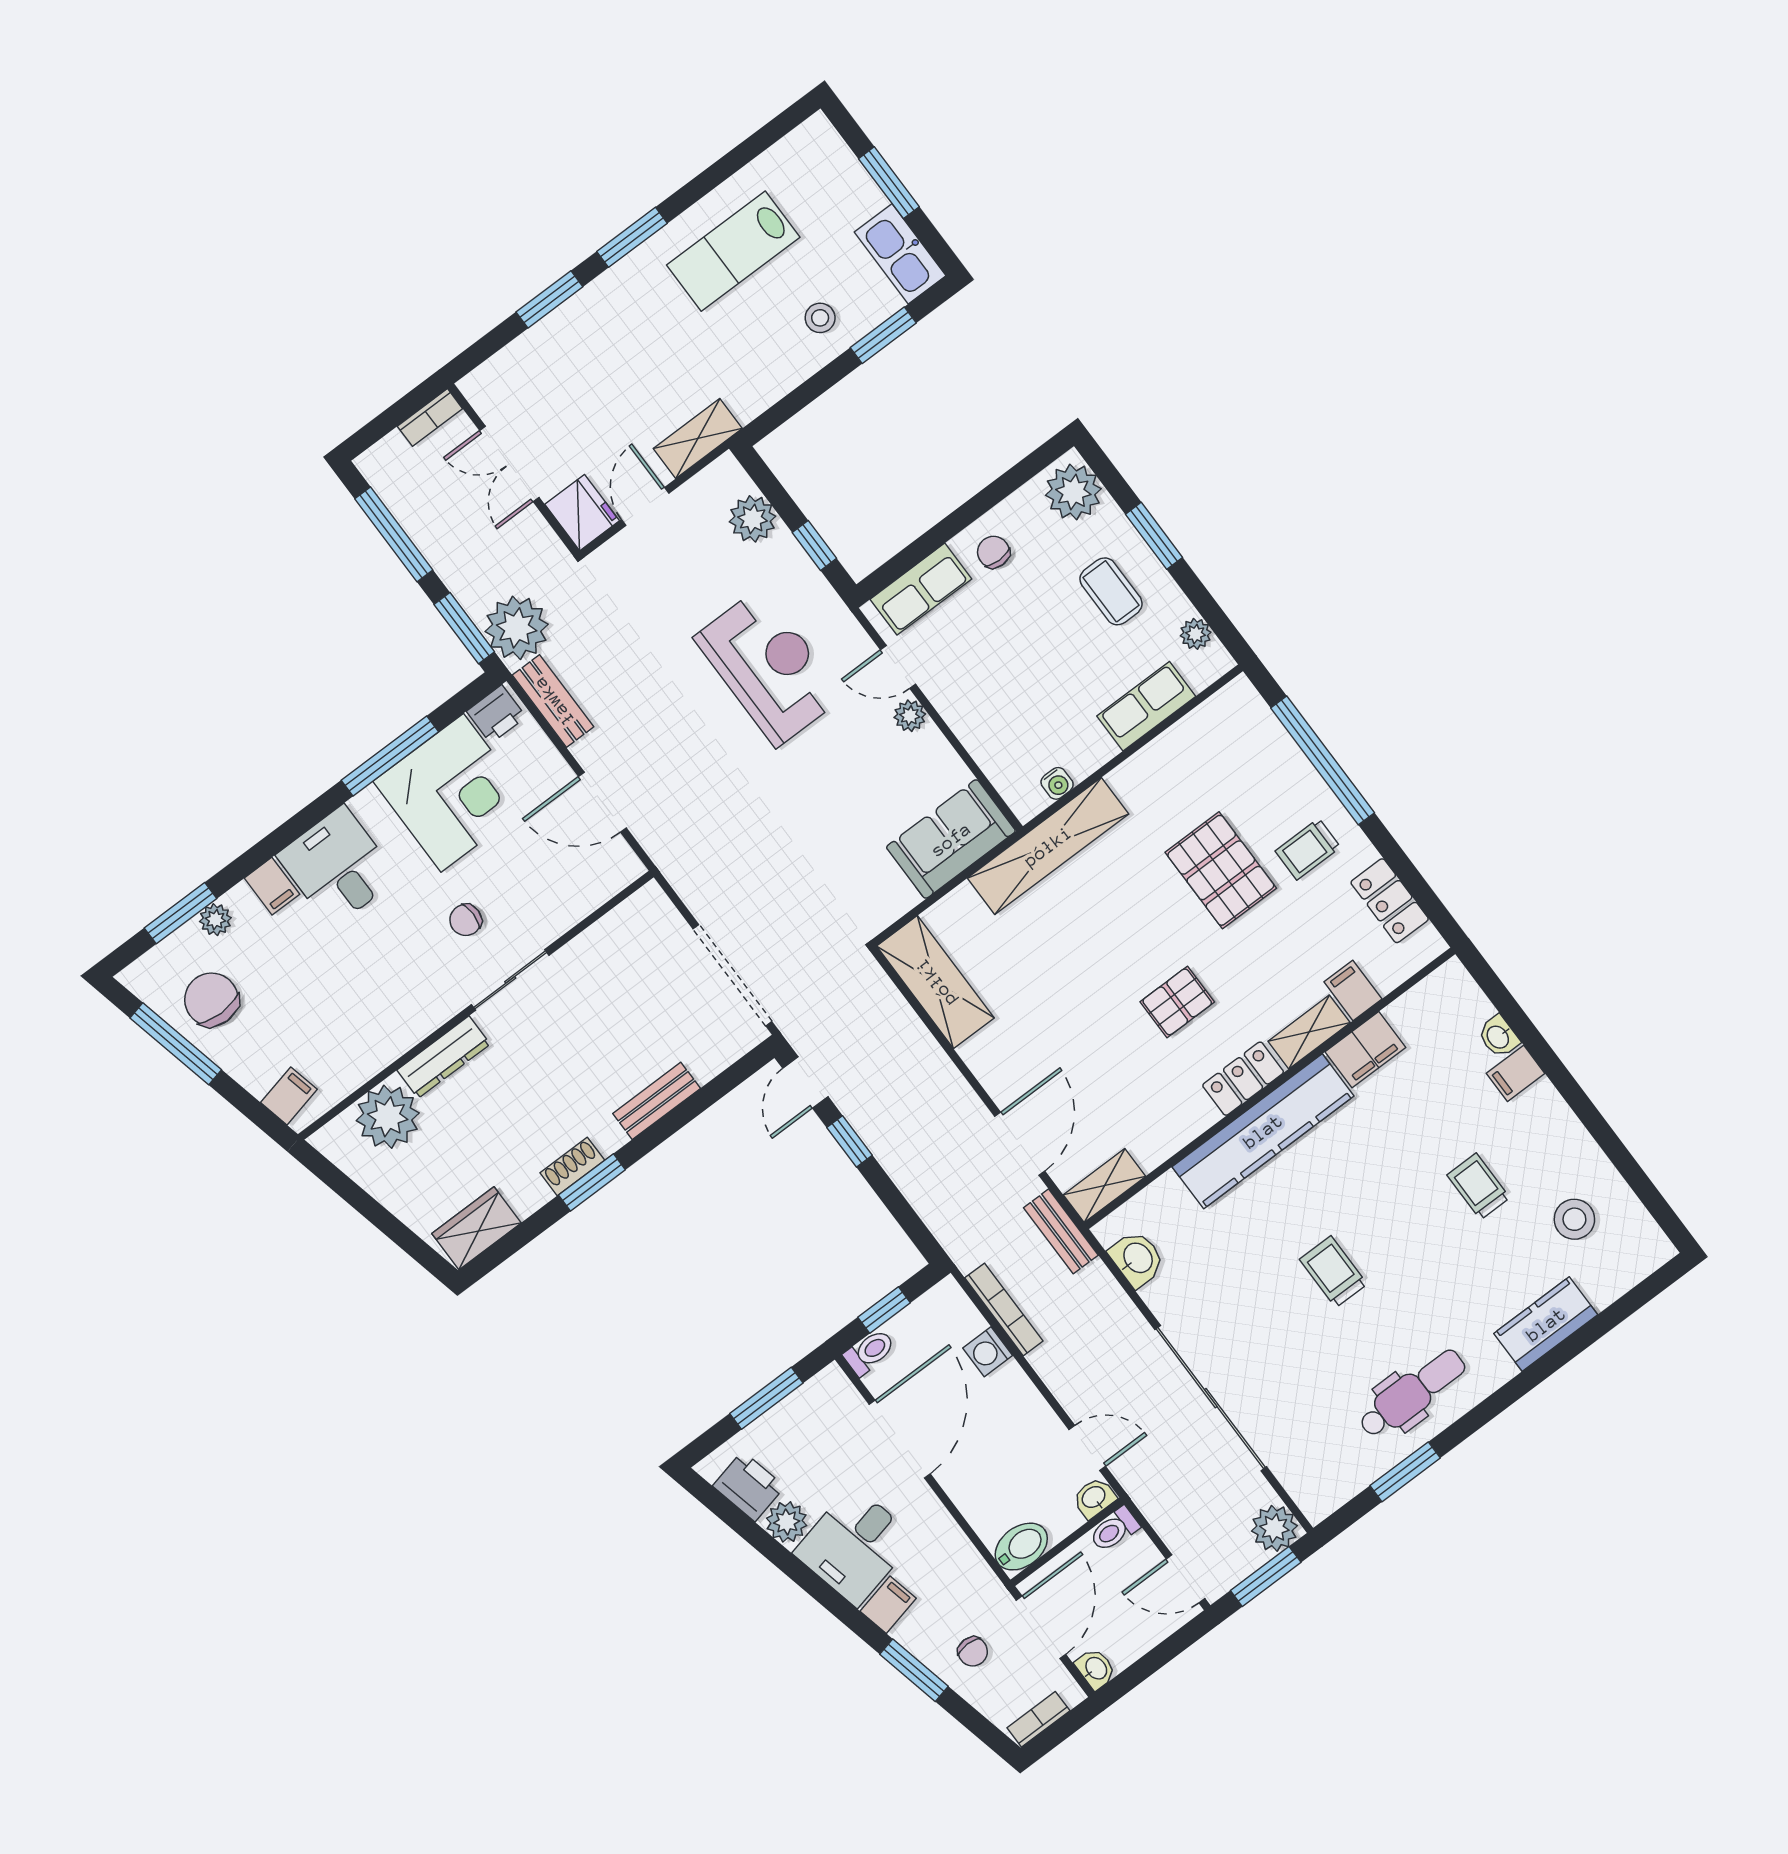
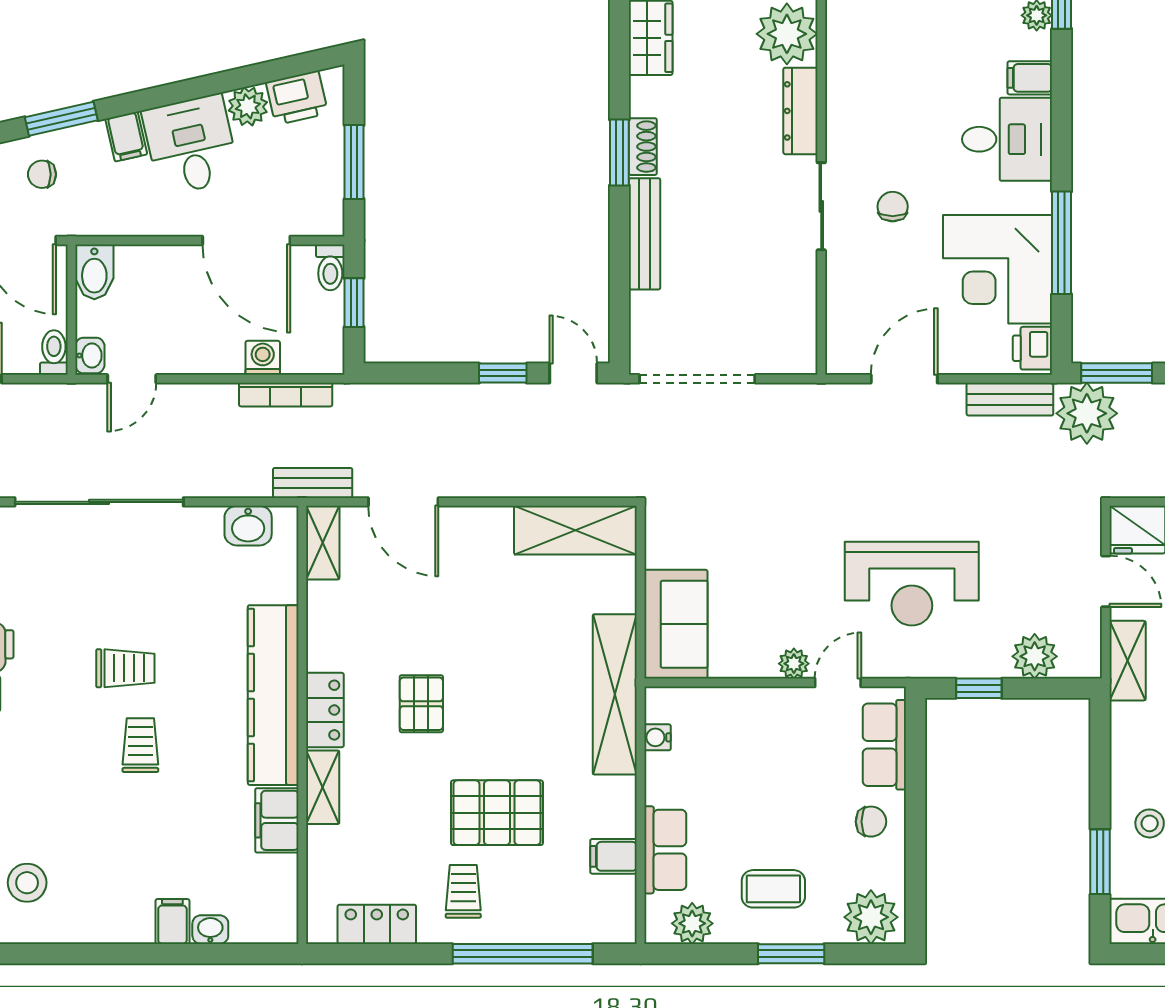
plant: (1196, 634) -> (692, 923), width x1.38, depth x1.38
filing cabinet: (1353, 990) -> (613, 856), moved, turned 180
bench: (657, 1101) -> (645, 234), width x1.36
trolley: (1478, 1186) -> (140, 745), moved, turned -90

